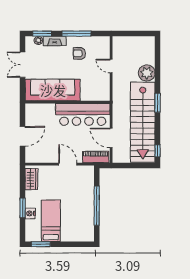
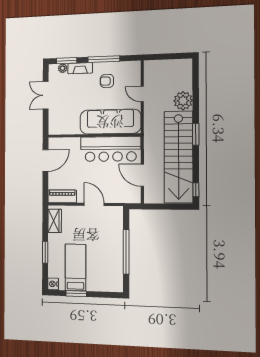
sofa: (53, 90) -> (110, 122), moved
door: (23, 136) -> (45, 161), moved
piano: (96, 157) -> (62, 196), moved
nightstand: (30, 213) -> (53, 284), moved
window: (41, 244) -> (76, 294), moved

